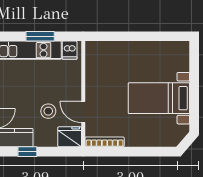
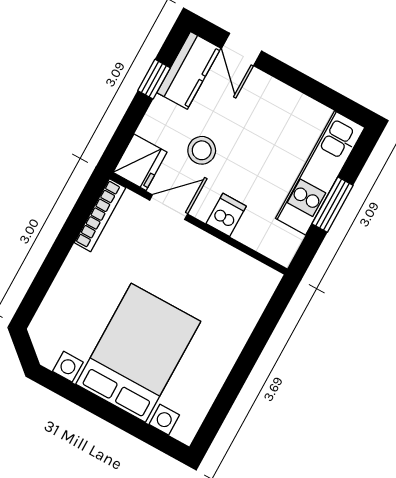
dishwasher: (70, 50) -> (226, 215), moved, turned 90
bed with nightstands: (159, 98) -> (138, 353), width x1.36

